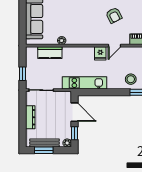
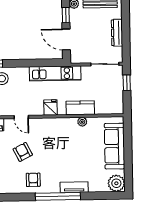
door: (115, 46) -> (21, 117), swing flipped
kitchen counter: (50, 53) -> (80, 108), moved
fridge: (100, 53) -> (50, 108), moved

